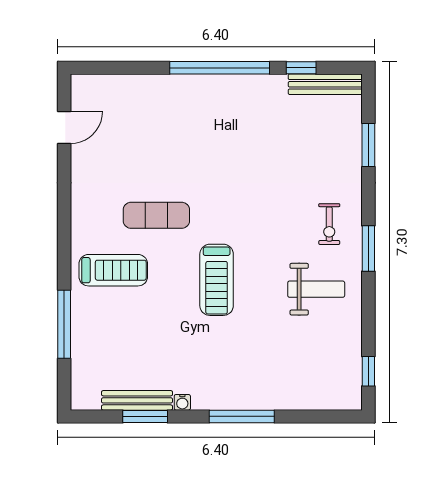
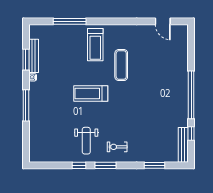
window: (368, 371) -> (79, 165), moved

